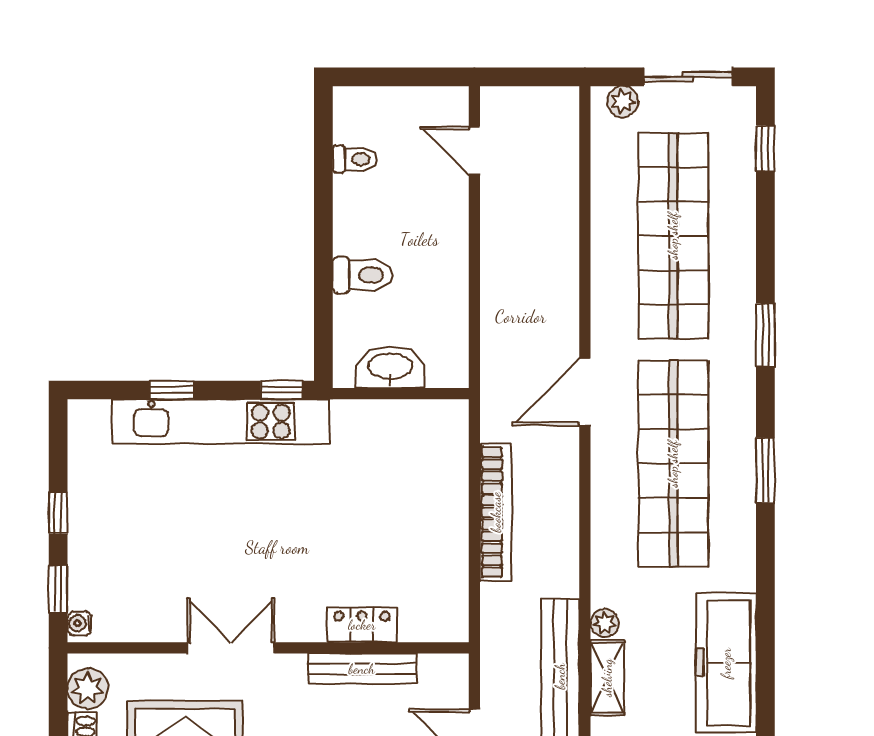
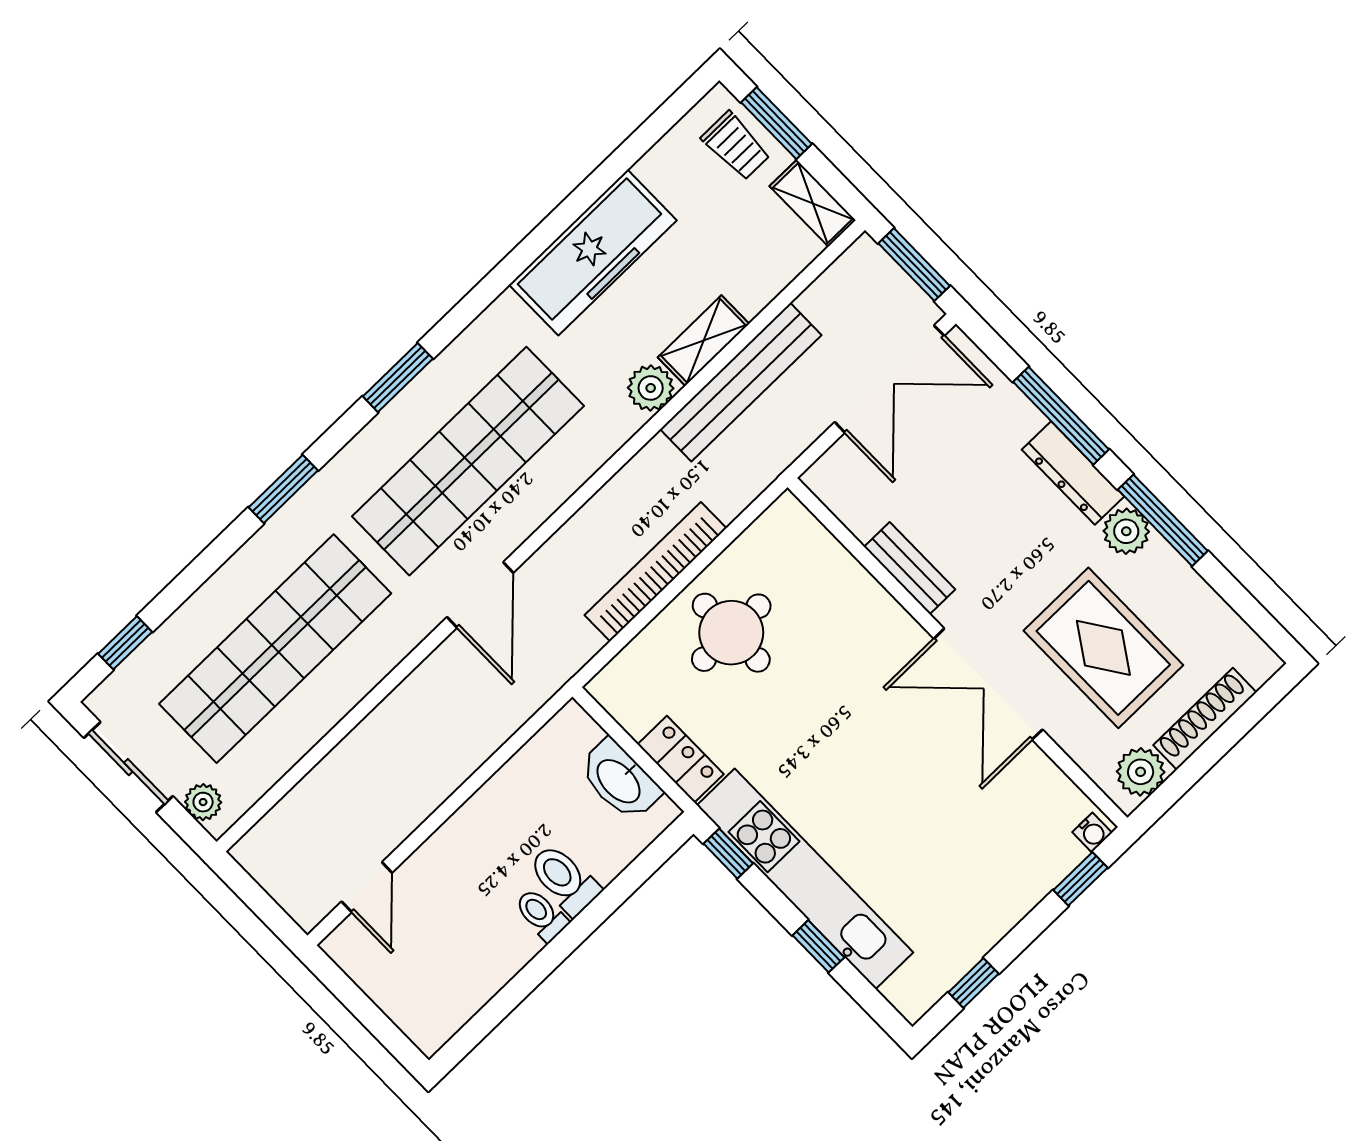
toilet: (355, 159) -> (541, 915), moved
door: (585, 392) -> (480, 595), hinge flipped
window: (58, 513) -> (973, 983), moved
round table: (414, 522) -> (731, 633), added
plant: (605, 623) -> (651, 388), width x1.38, depth x1.38
locker: (362, 625) -> (681, 759), moved, turned 180
double door: (231, 648) -> (988, 684), width x1.37
bench: (362, 669) -> (910, 568), width x0.73

